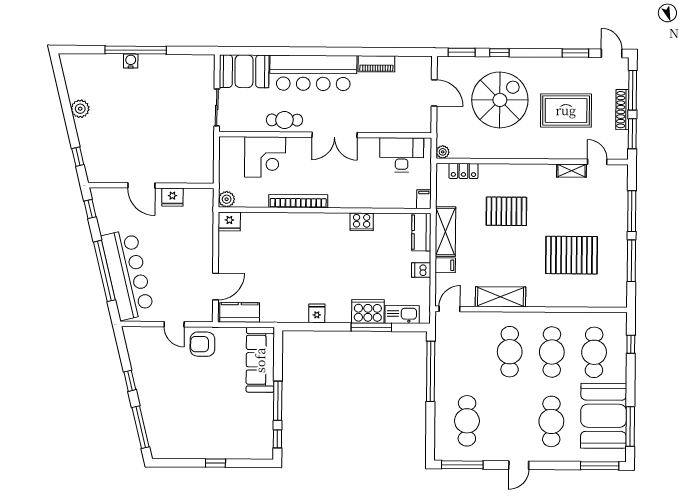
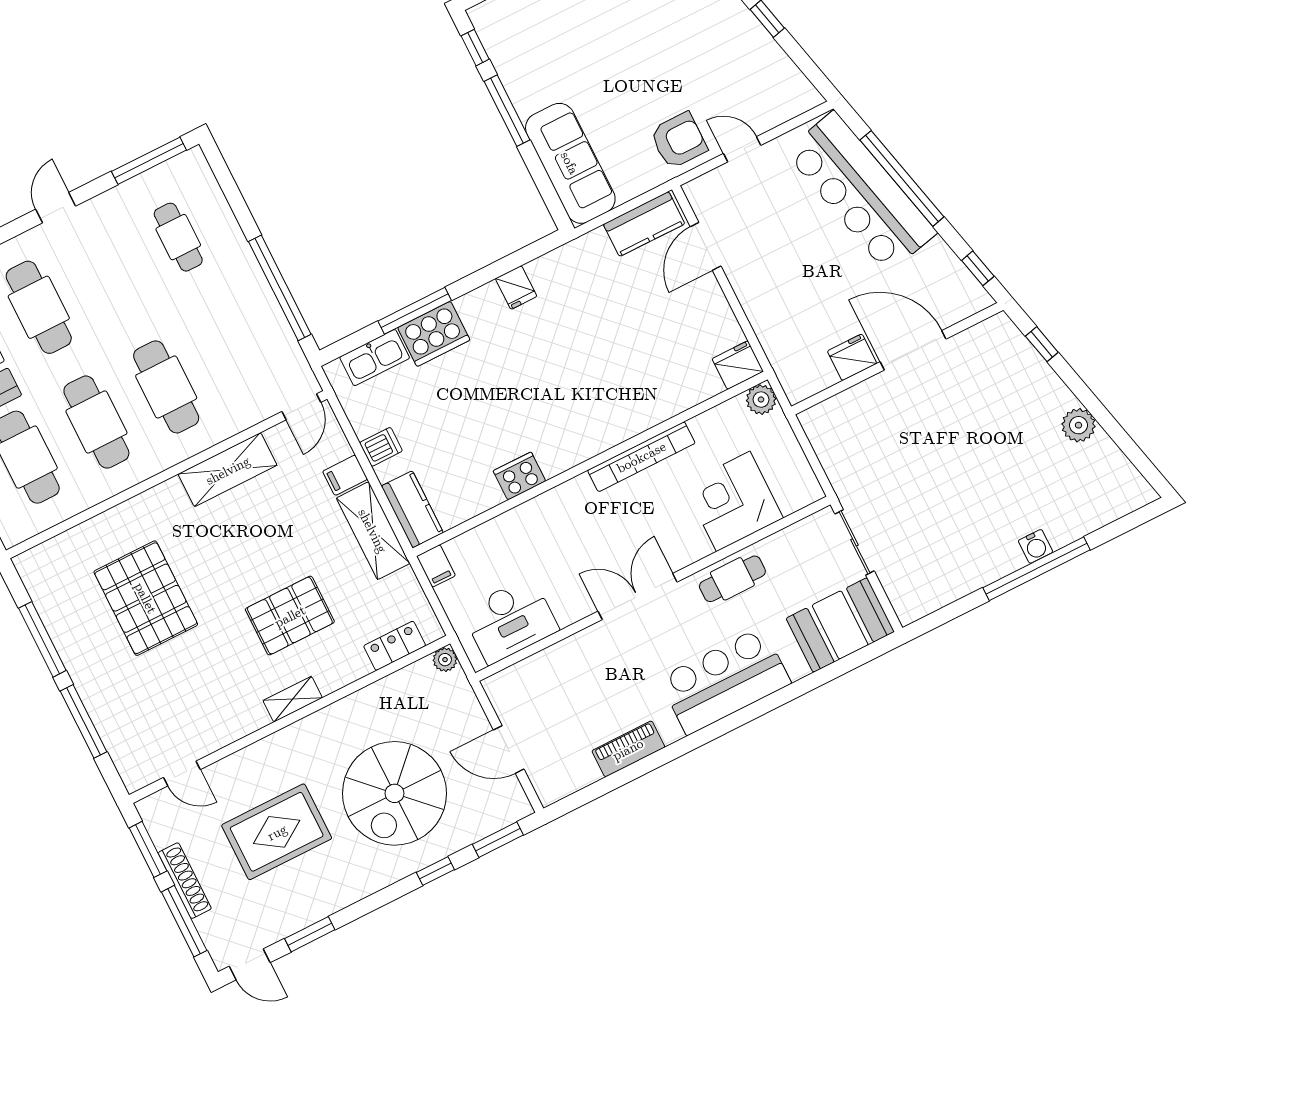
bar counter: (313, 73) -> (725, 681), width x0.73
shelving: (571, 171) -> (293, 699), moved
door: (141, 185) -> (913, 350), width x1.36
pallet: (571, 255) -> (146, 598), turned 90
cafe table: (467, 421) -> (178, 237), width x0.73, depth x0.74

